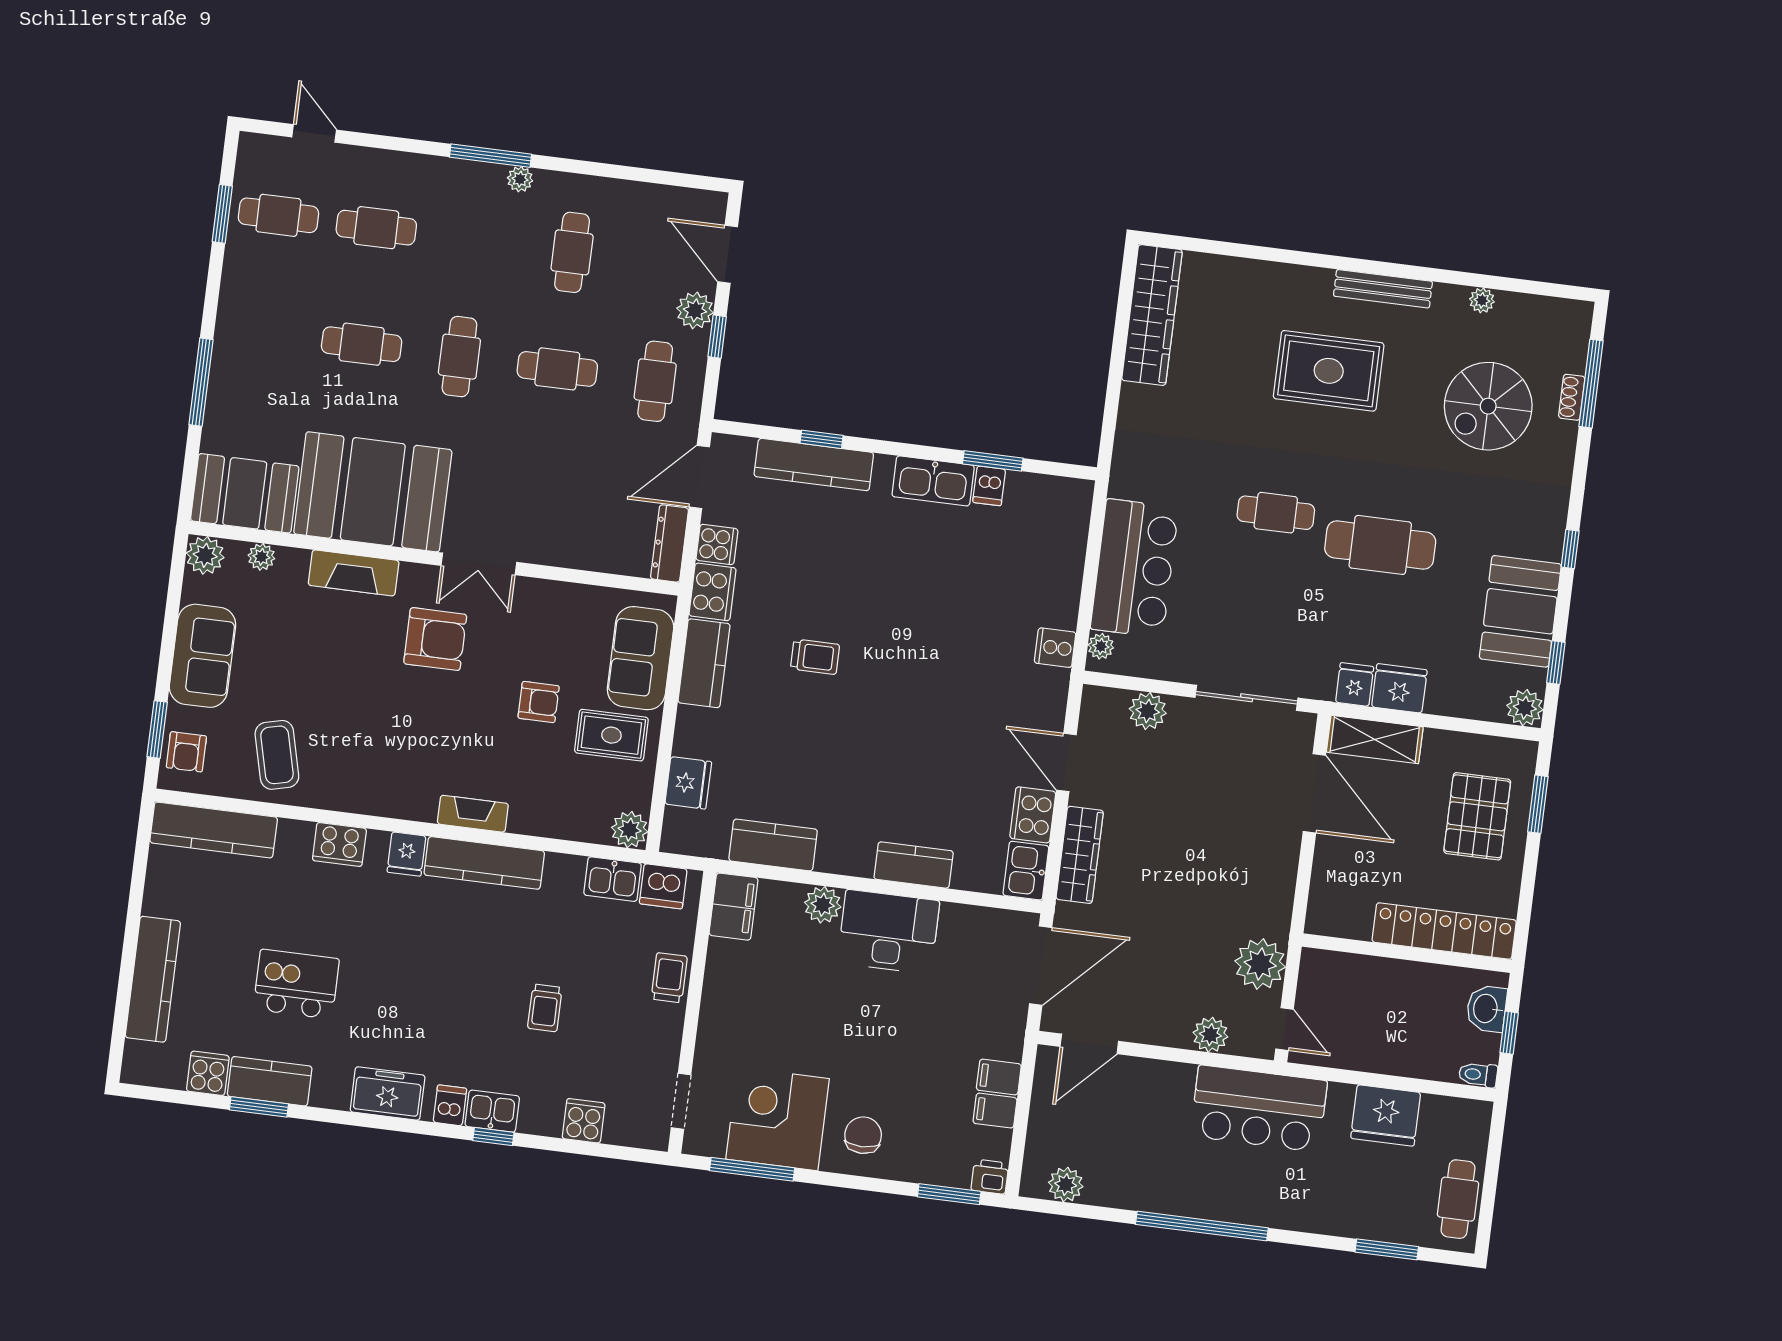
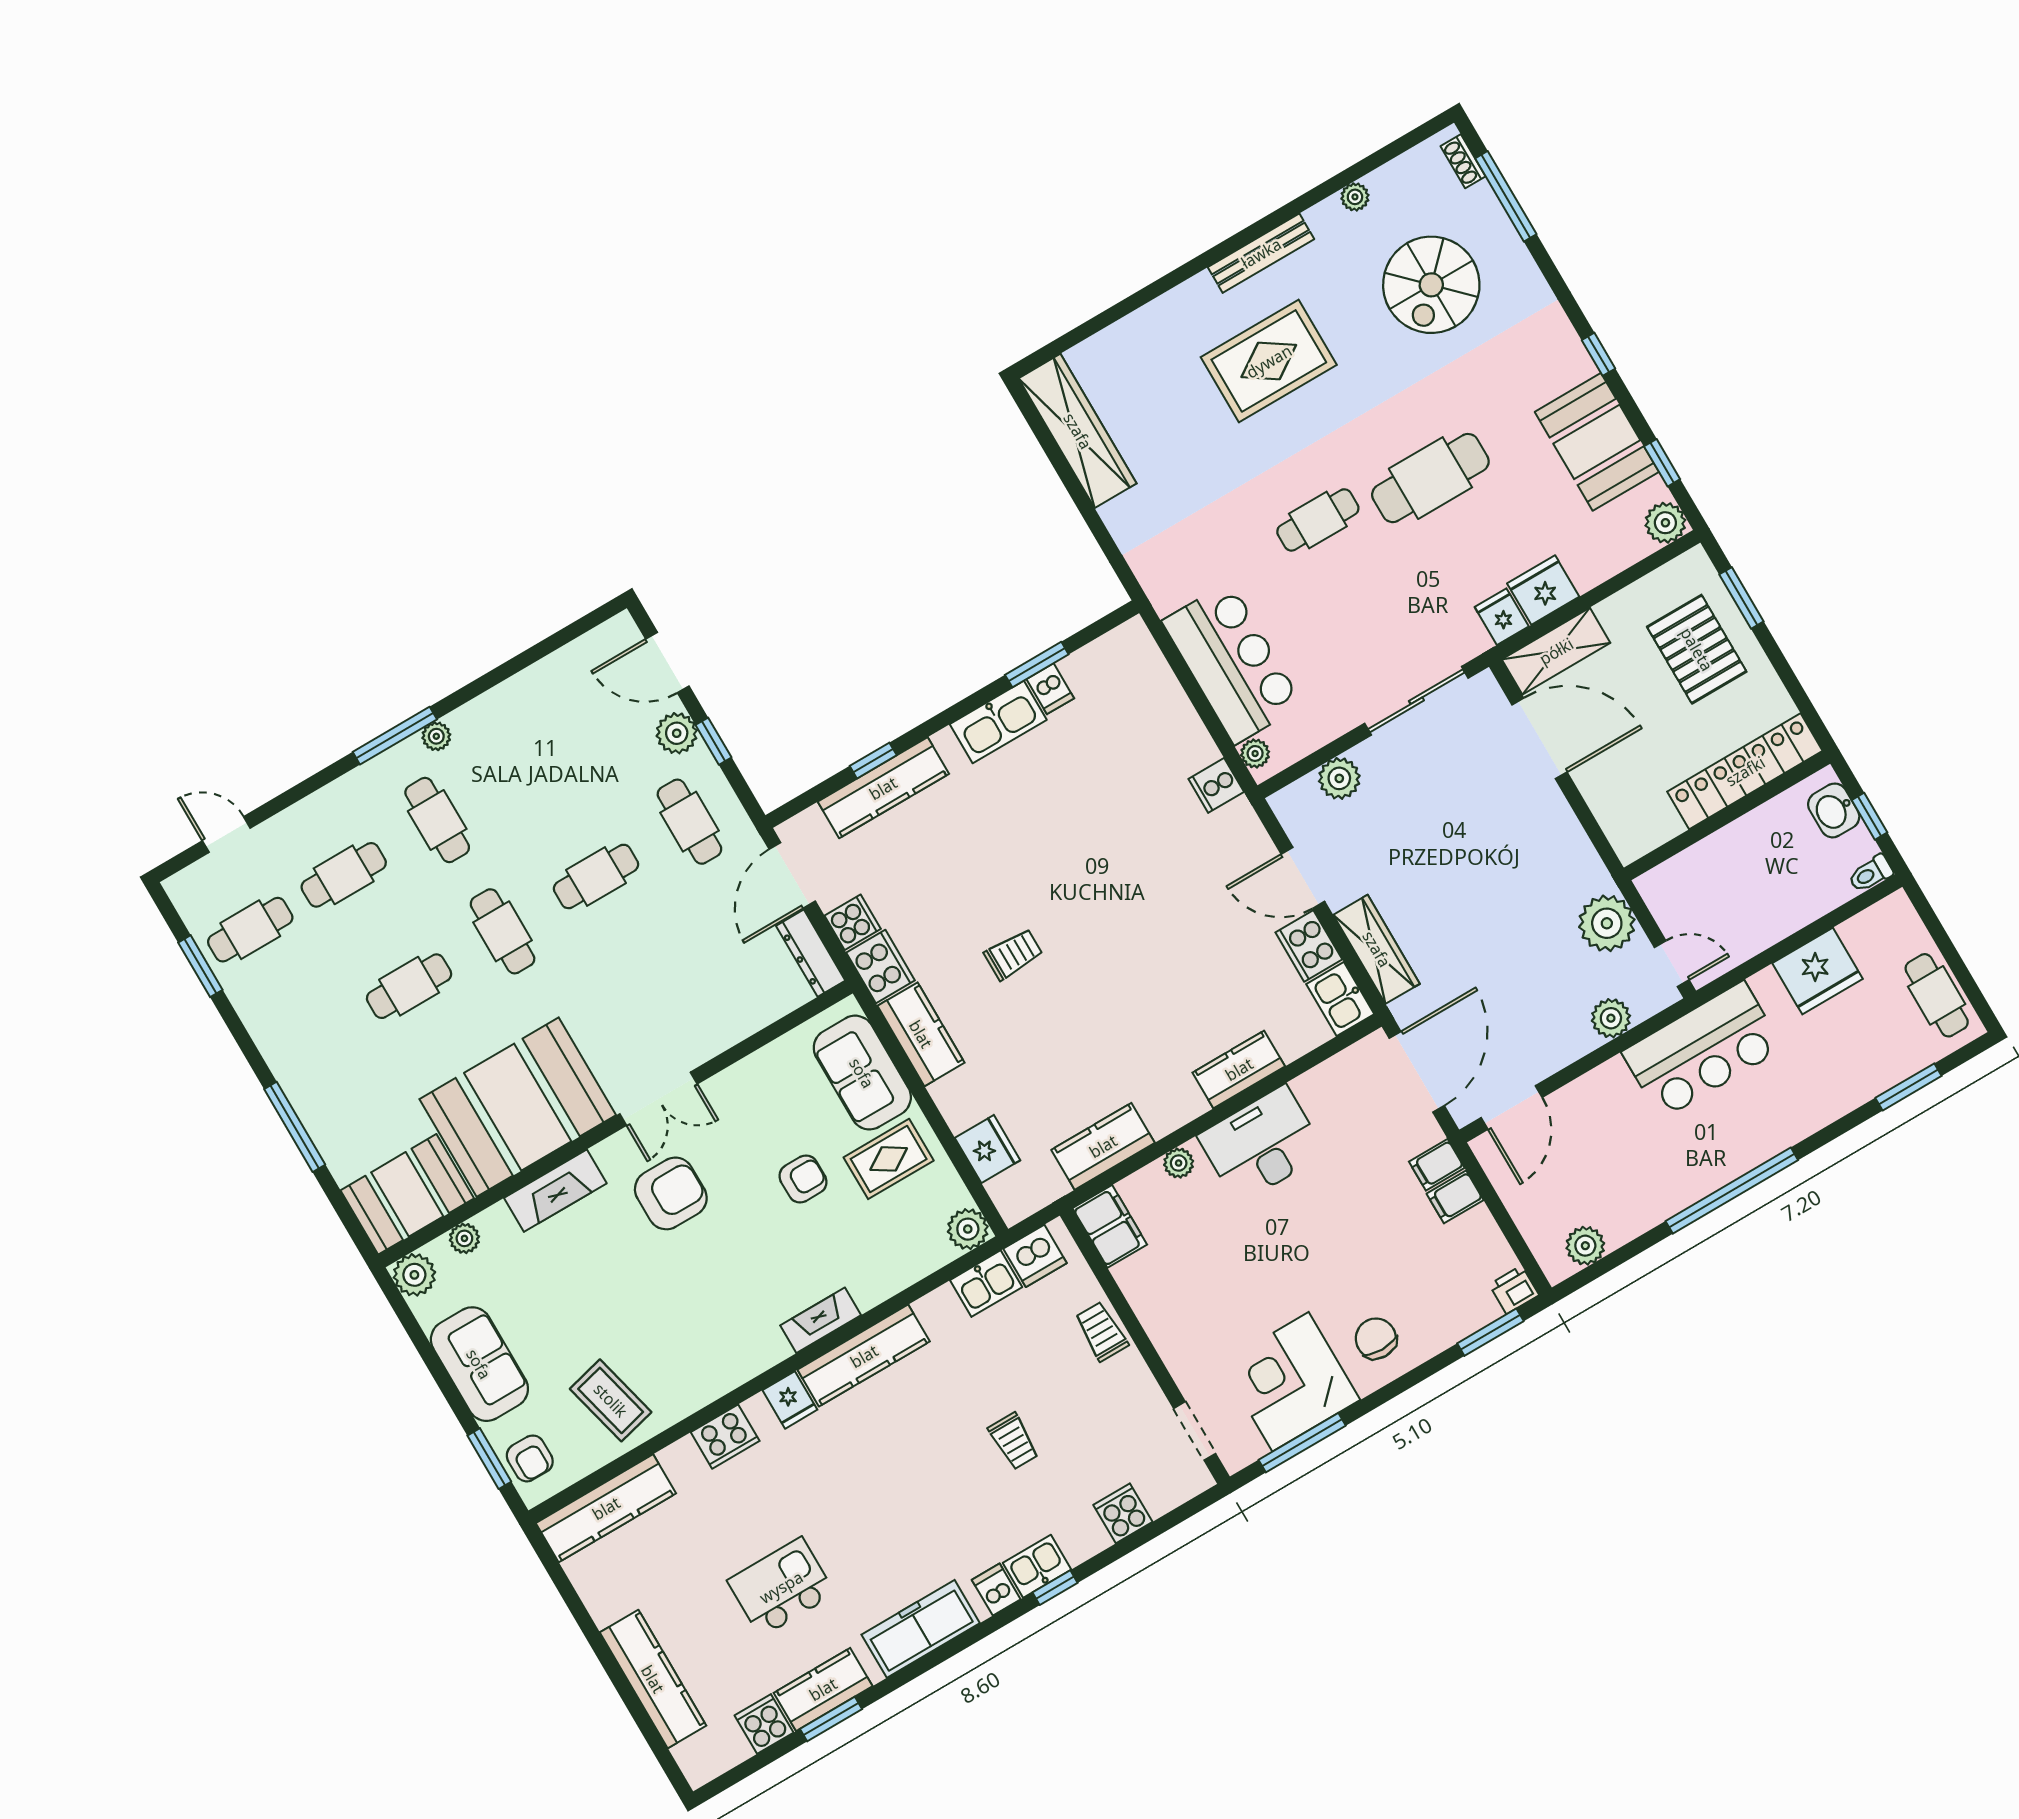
cafe table: (572, 252) -> (437, 820), moved
shoe rack: (1572, 397) -> (1463, 161), moved
plant: (823, 905) -> (1179, 1163), width x0.73, depth x0.73
freezer: (388, 1093) -> (921, 1629), width x1.40
filing cabinet: (995, 1111) -> (1437, 1165), moved

